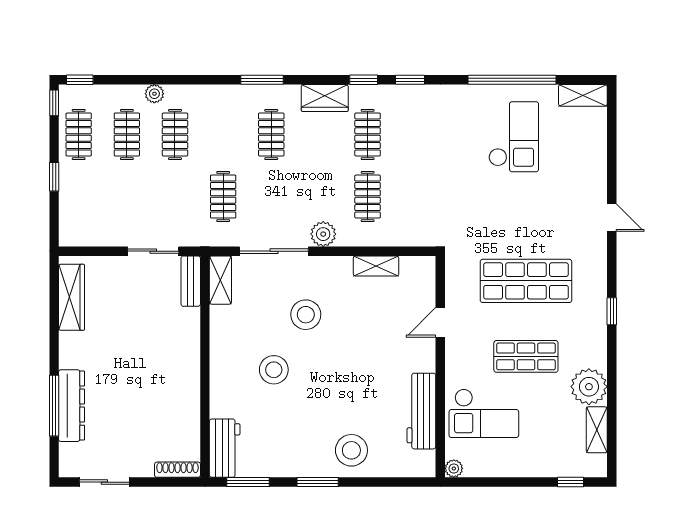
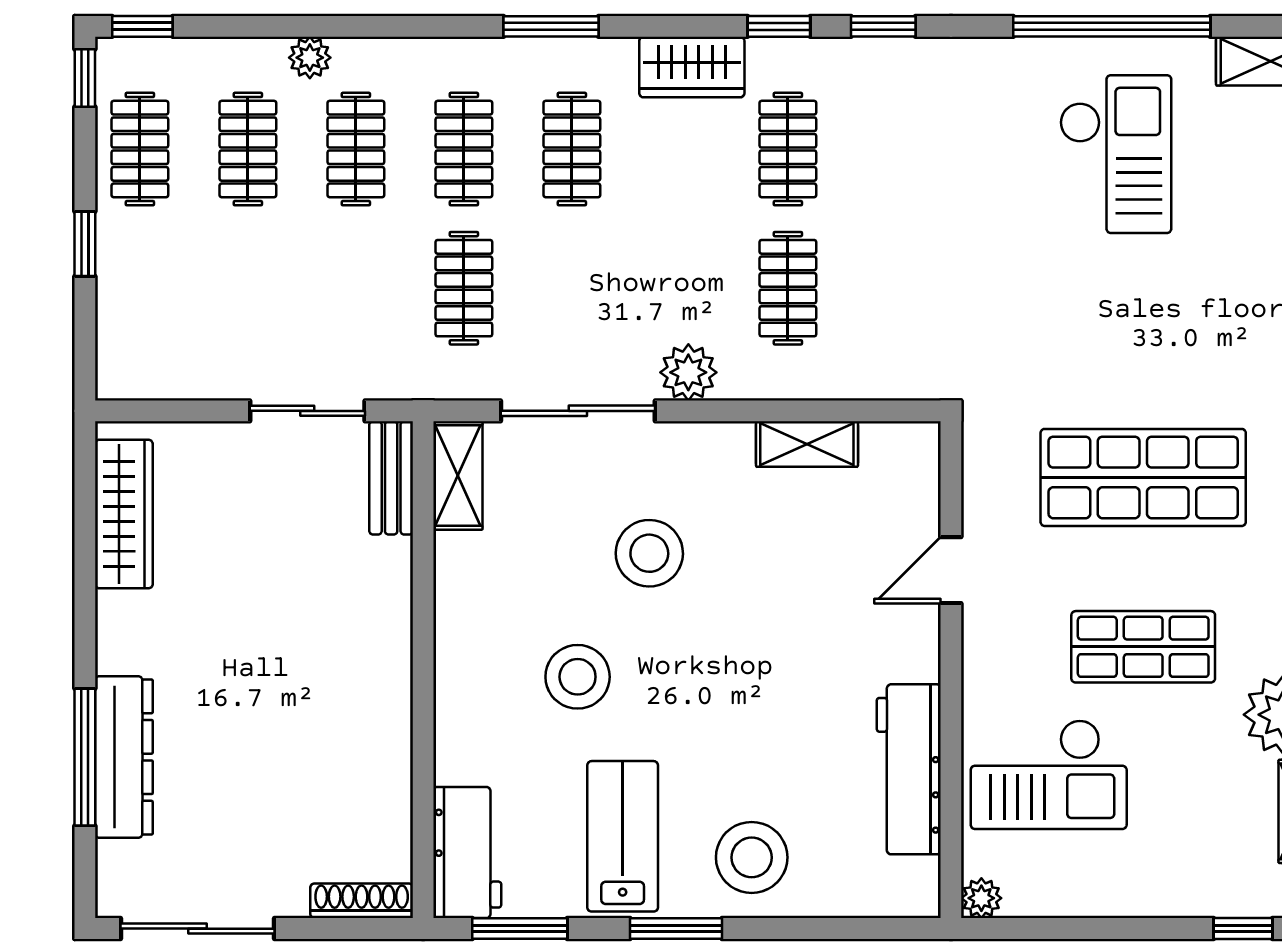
clothes rail: (223, 134) -> (464, 149), added
lab bench: (294, 441) -> (623, 836), added
sliding door: (104, 482) -> (197, 929), width x1.37

